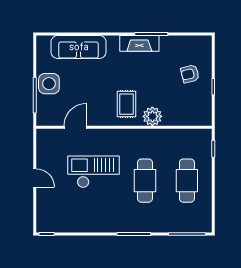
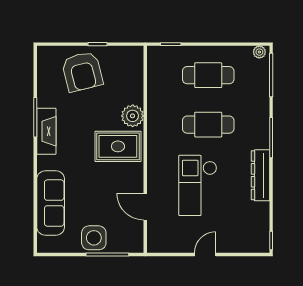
armchair: (190, 74) -> (82, 72), width x1.88, depth x1.88
rug: (127, 104) -> (118, 146), width x1.36, depth x1.43
plant: (207, 224) -> (259, 52), added
dresser: (102, 225) -> (260, 175), added

